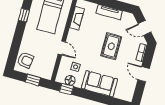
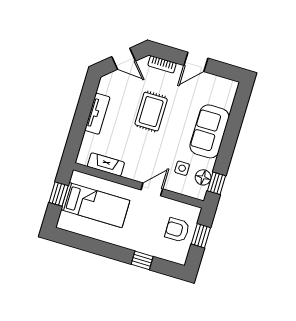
window: (24, 15) -> (142, 260), moved
door: (144, 28) -> (124, 59), hinge flipped
rug: (111, 46) -> (151, 112), turned 90
armchair: (25, 60) -> (177, 230), moved, turned -98

